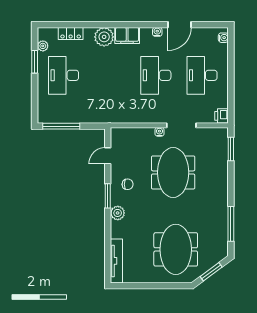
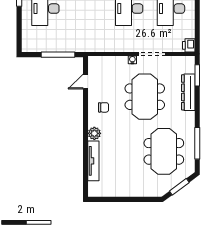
window: (61, 126) -> (58, 55), moved
dresser: (221, 168) -> (188, 92), added
window: (108, 196) -> (86, 118), removed
meeting table: (176, 249) -> (164, 151), moved
tv unit: (116, 261) -> (93, 161), moved

